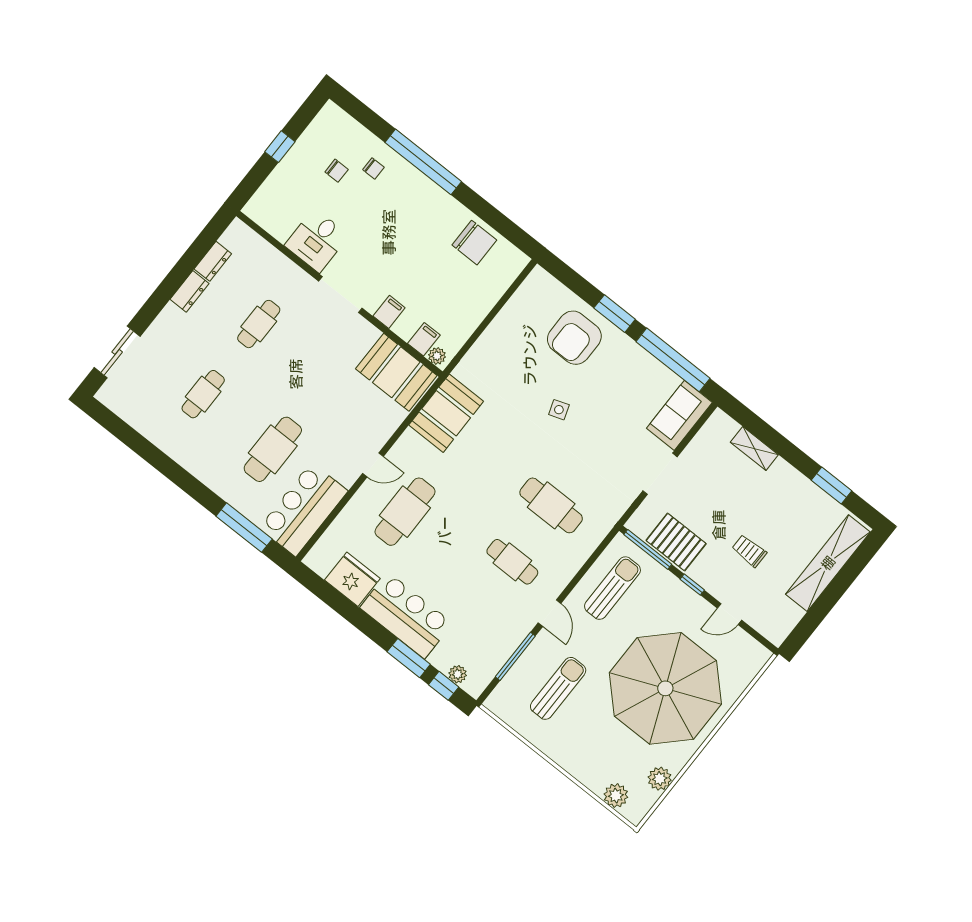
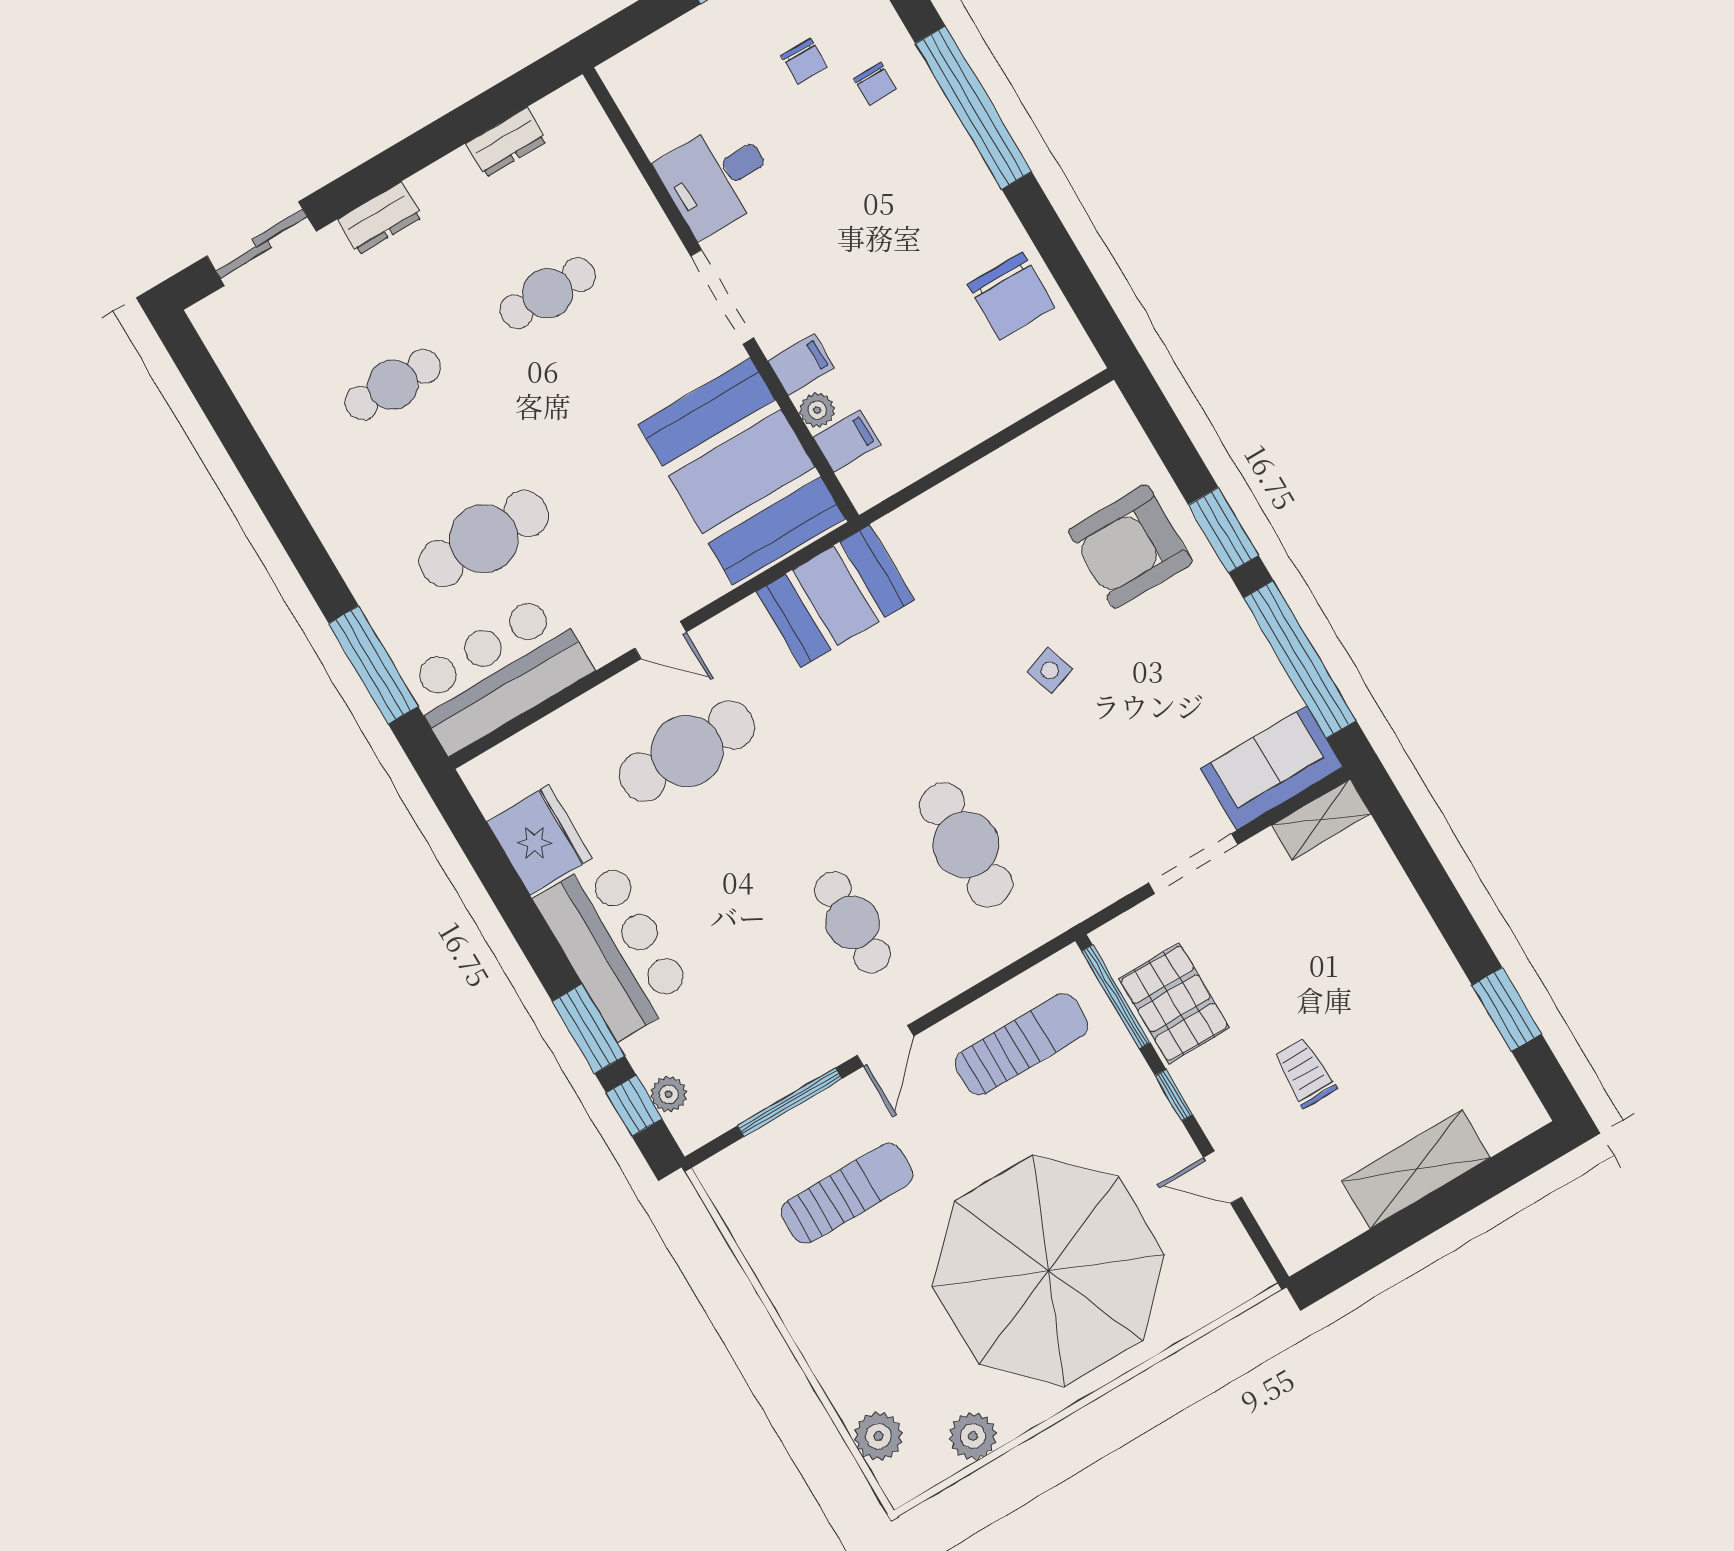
dresser: (190, 291) -> (380, 218), moved
plant: (437, 356) -> (817, 410), moved
booth: (396, 372) -> (742, 471), width x1.36, depth x1.42
shelving: (754, 448) -> (1321, 819), moved, turned 90
shelving: (828, 563) -> (1416, 1169), width x0.68

